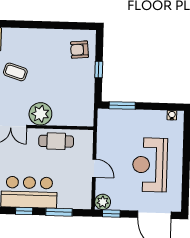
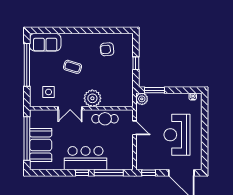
armchair: (79, 50) -> (107, 49), moved
door: (94, 168) -> (135, 128), moved
plant: (103, 202) -> (142, 99), moved
window: (59, 212) -> (109, 173), width x1.44

